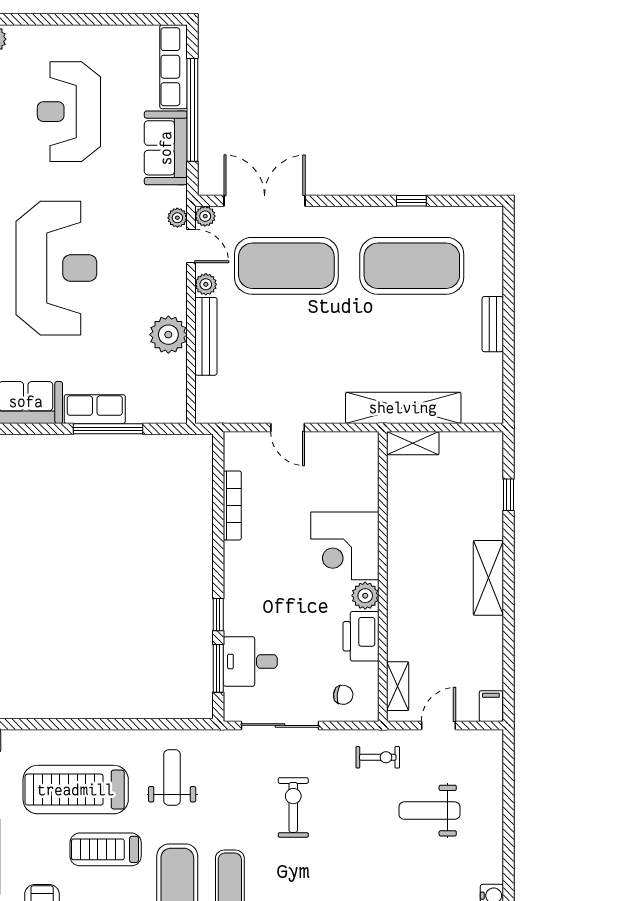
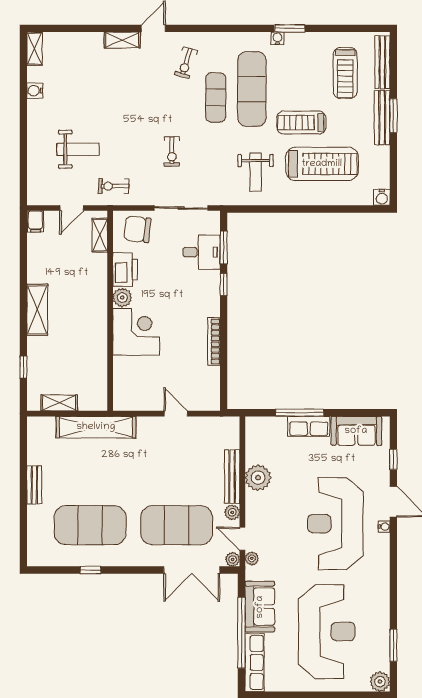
reception desk: (69, 112) -> (327, 632), width x1.36, depth x1.30
shelving: (413, 443) -> (59, 403), moved
bookcase: (232, 505) -> (214, 341), moved
chair: (343, 695) -> (137, 229), width x1.87, depth x1.87
exercise bike: (293, 807) -> (172, 151), width x0.73, depth x0.72
treadmill: (106, 849) -> (301, 123), turned 180

